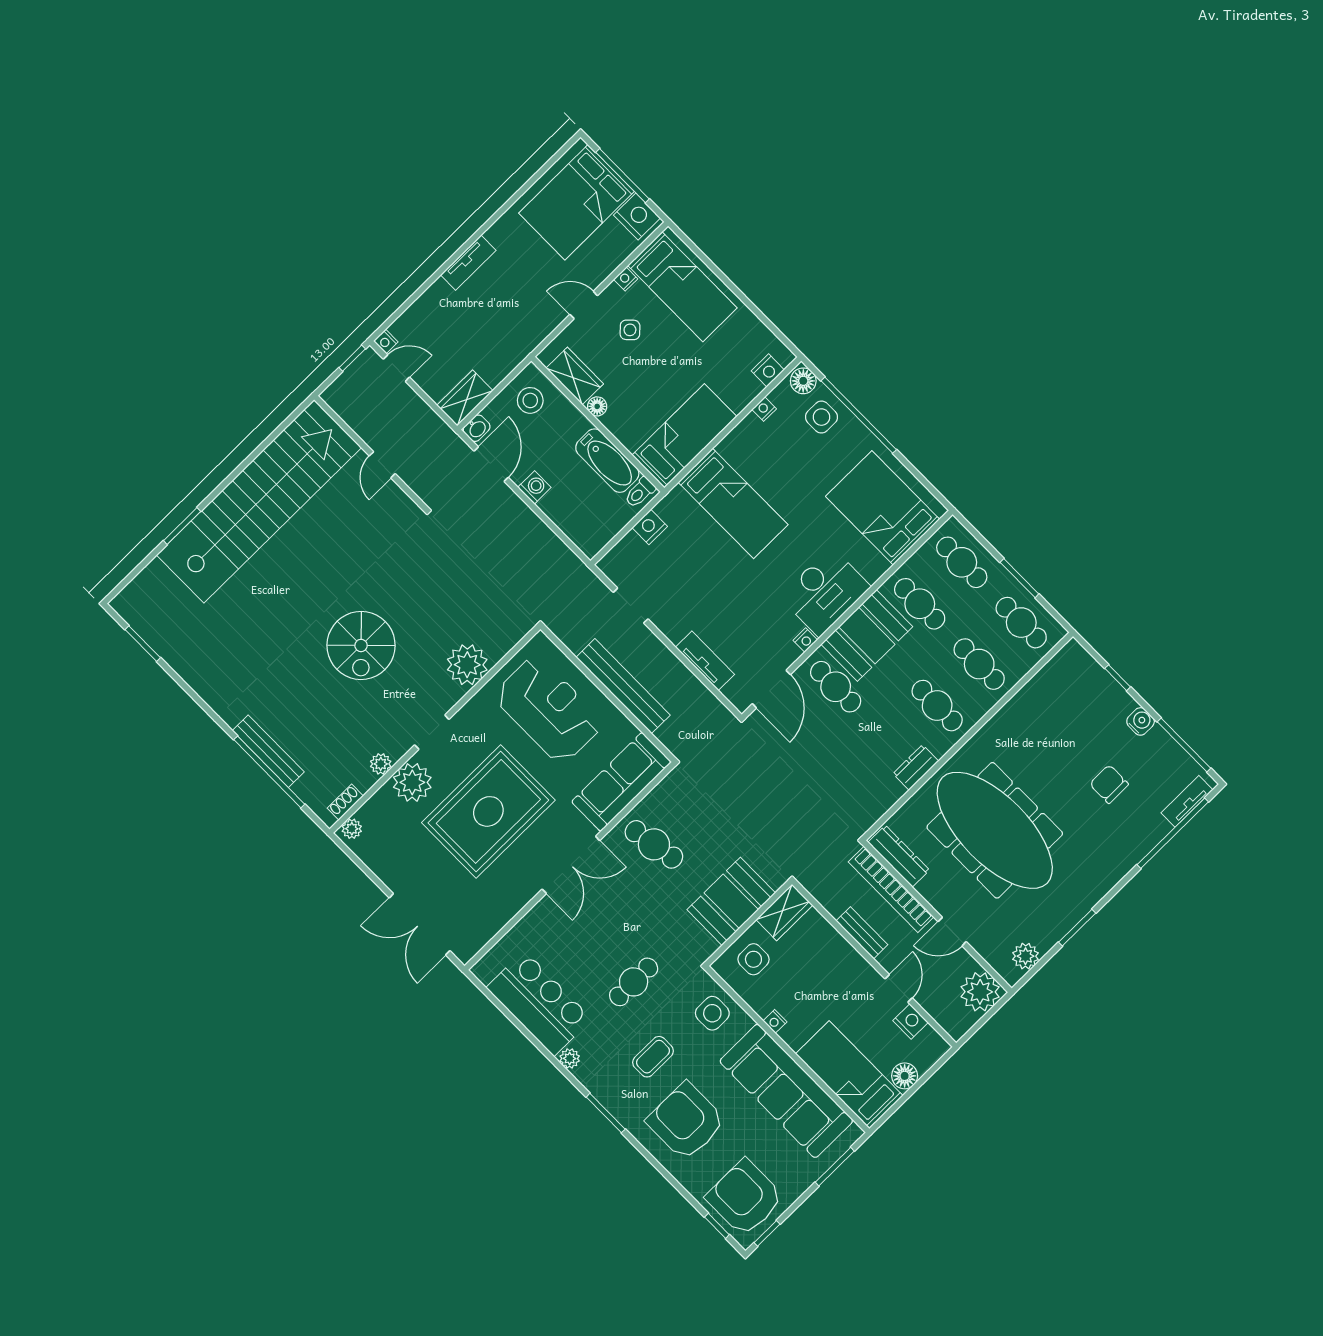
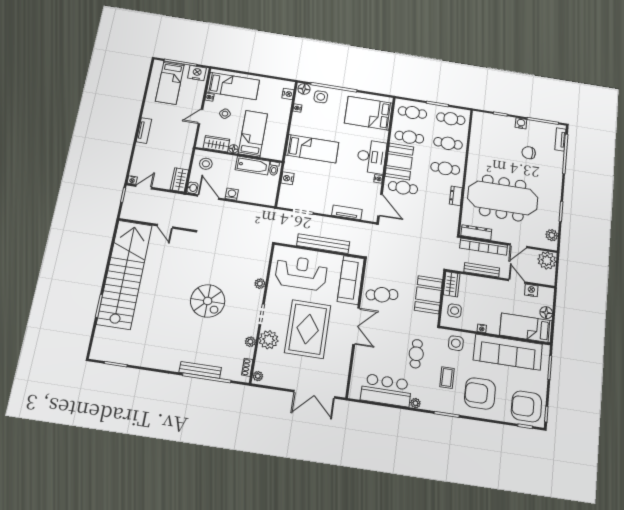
bed: (576, 202) -> (170, 83), width x0.67
bed: (684, 436) -> (253, 134), moved
plant: (467, 665) -> (260, 284), width x0.53, depth x0.53
bench: (862, 933) -> (482, 270), width x1.36

